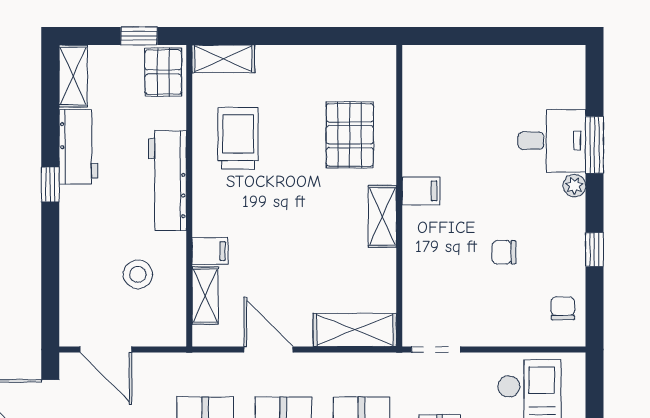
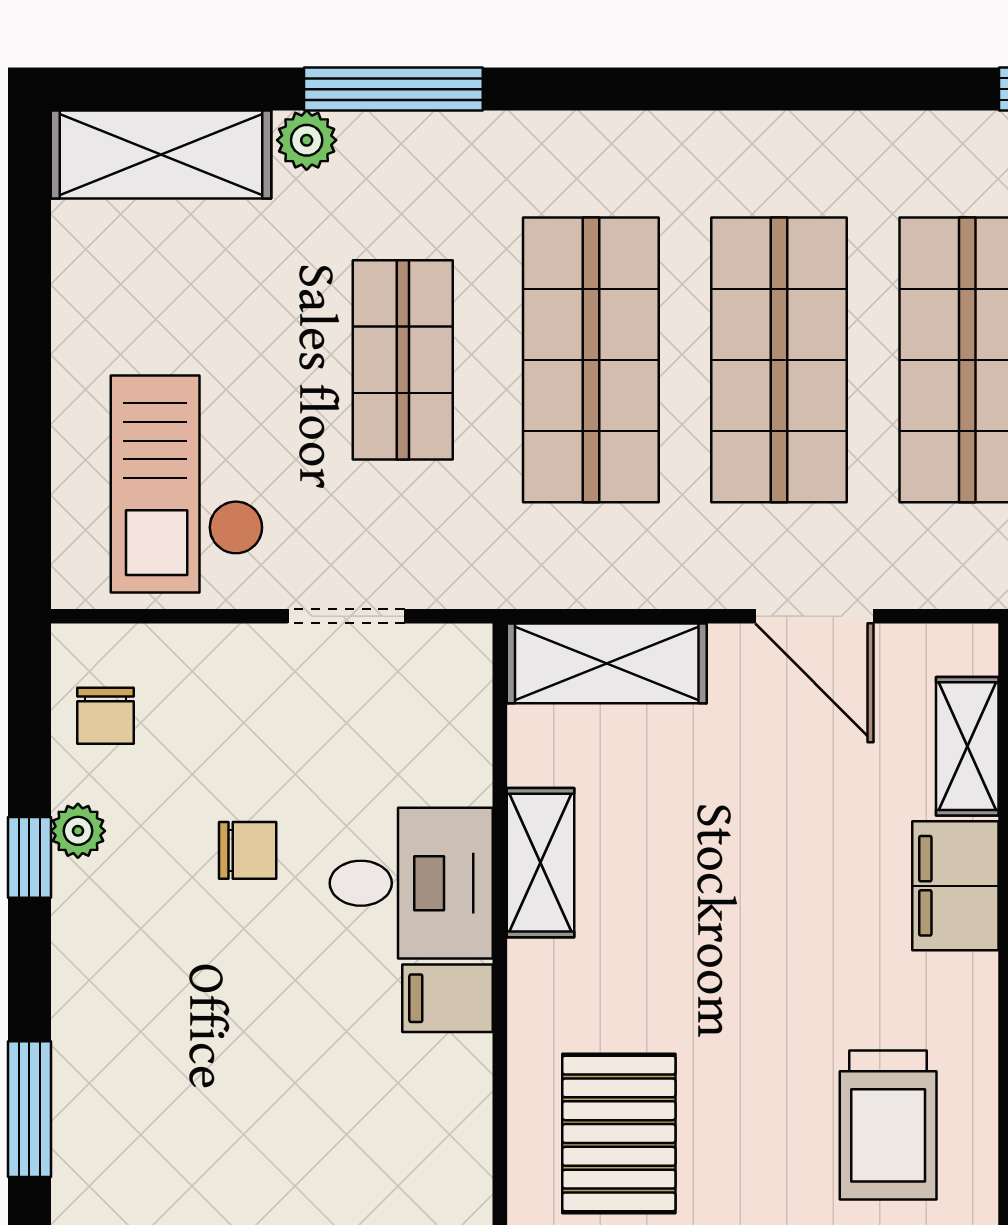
desk: (552, 141) -> (411, 883), moved, turned 180
plant: (574, 186) -> (78, 831), moved
shelving: (382, 216) -> (540, 863), moved
filing cabinet: (210, 251) -> (955, 886), width x2.00
doorway: (436, 349) -> (346, 616), moved

